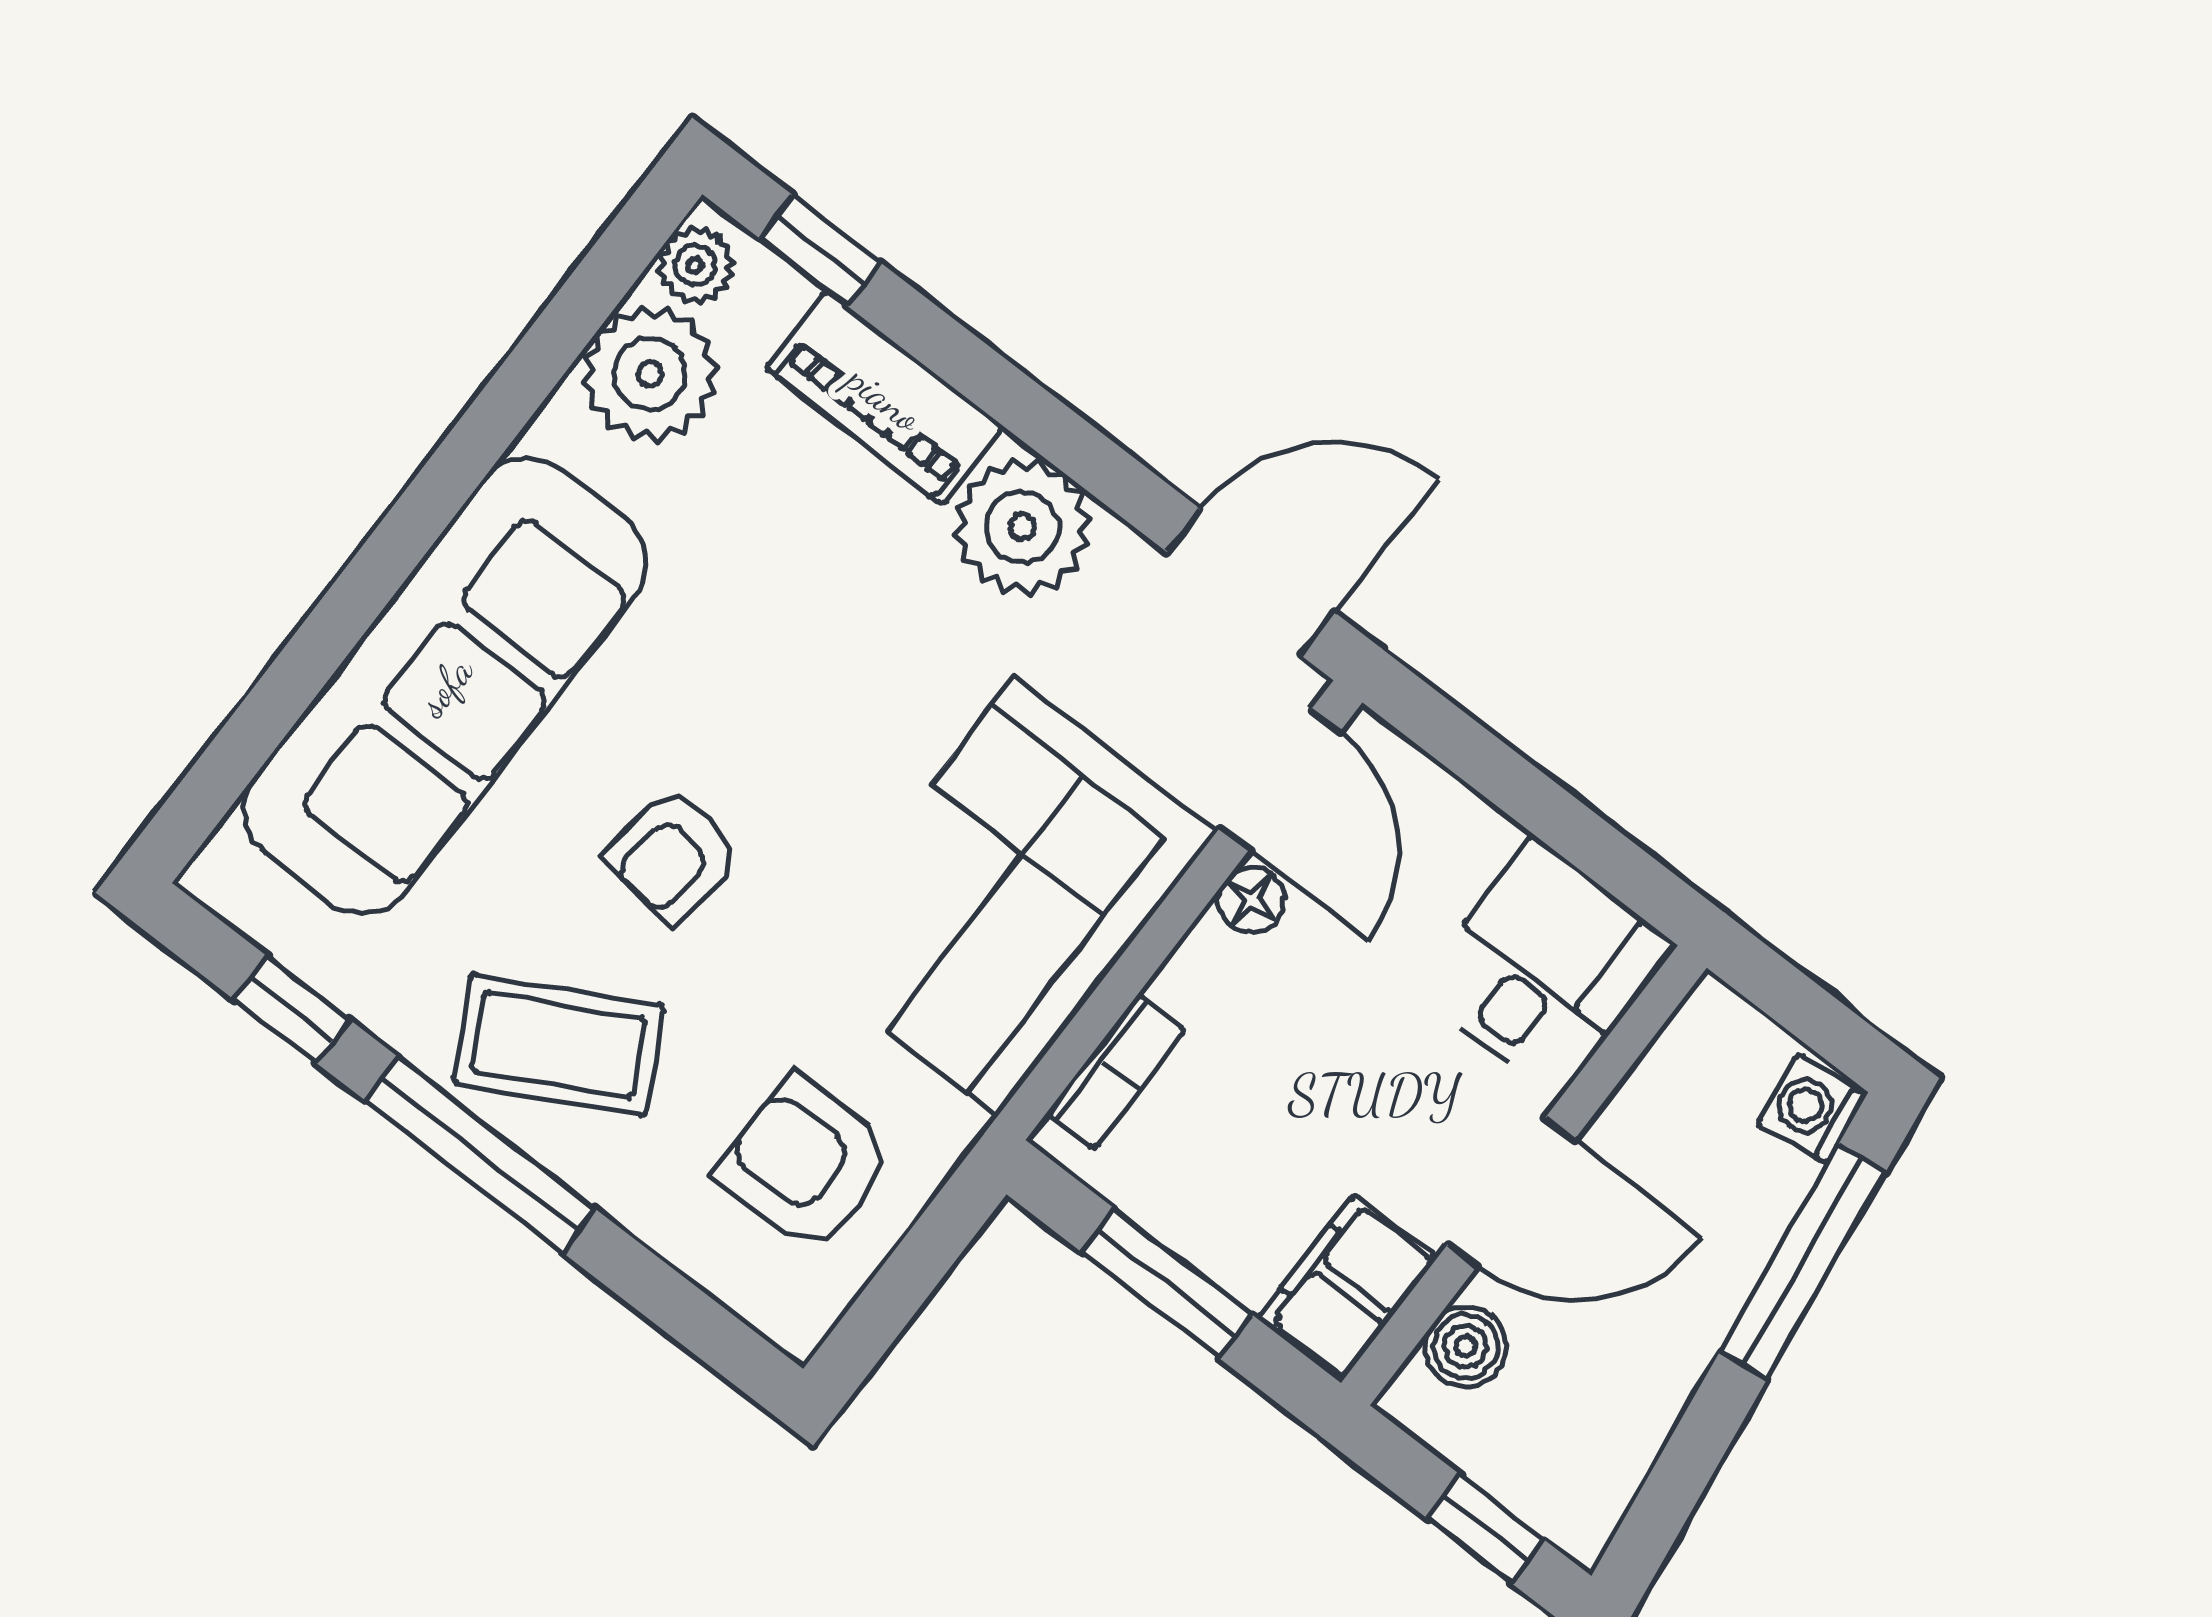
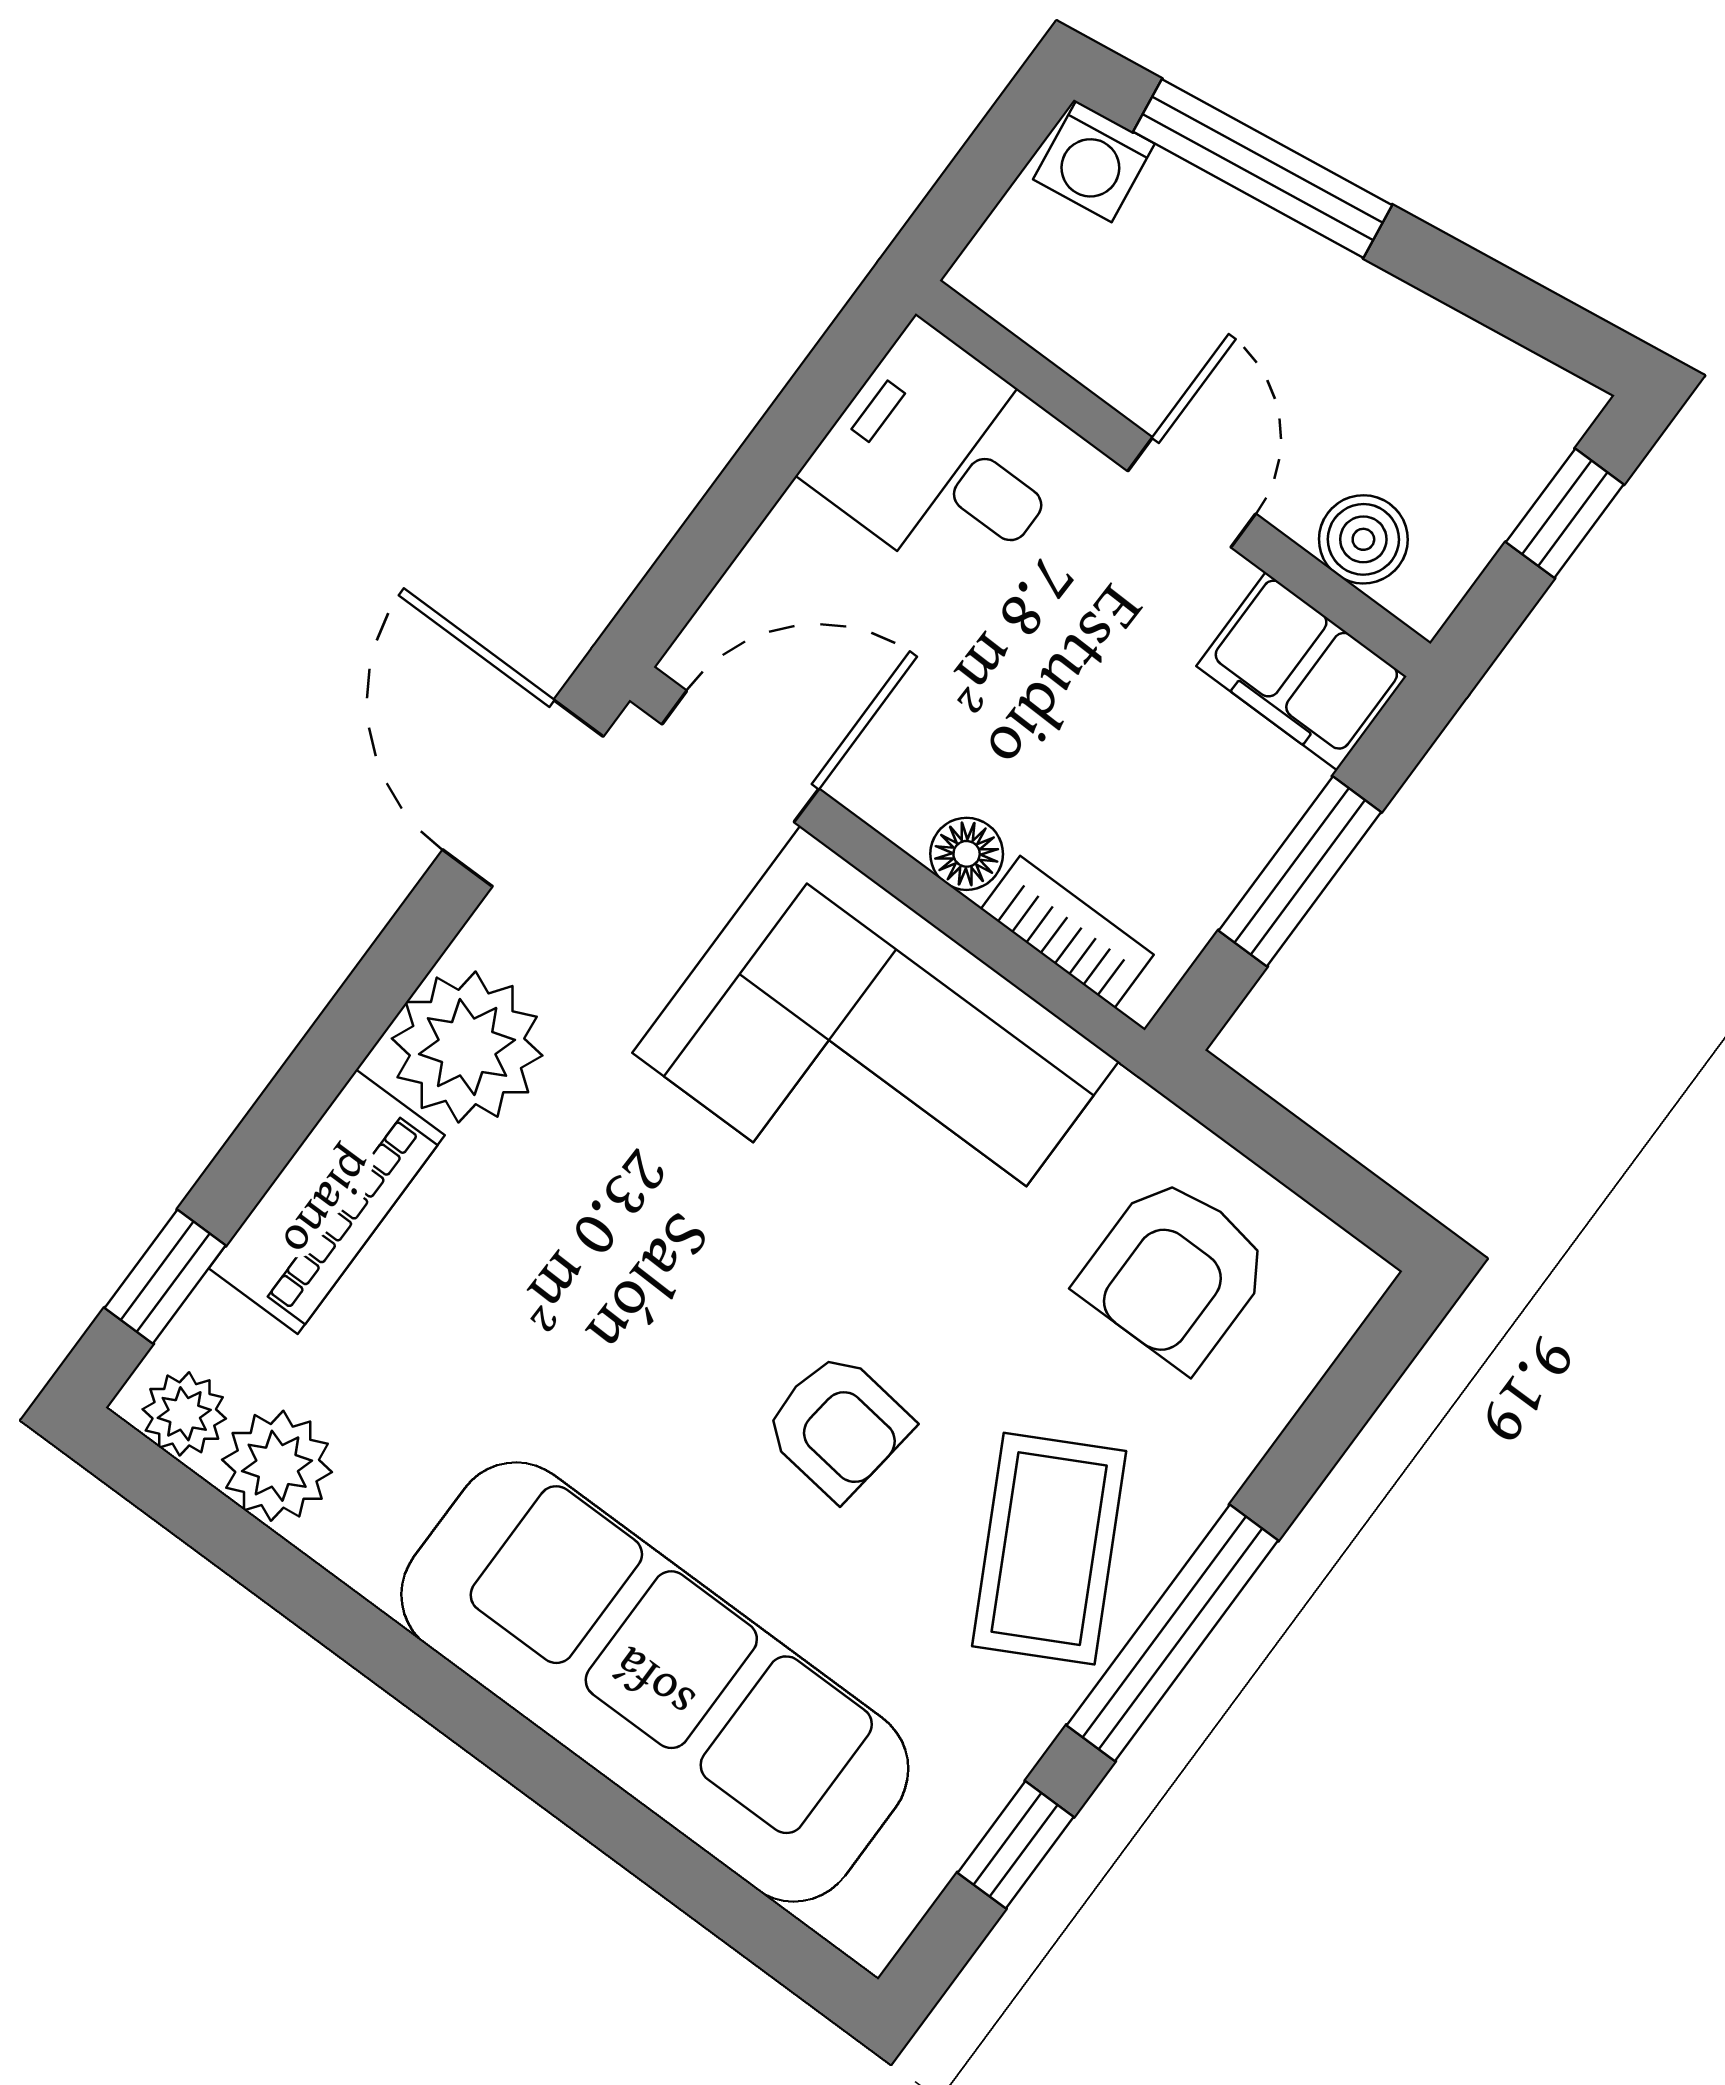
plant: (650, 374) -> (277, 1466), width x0.73, depth x0.73
floor lamp: (1251, 900) -> (967, 854), moved
door: (1511, 1192) -> (1192, 492), width x0.73

